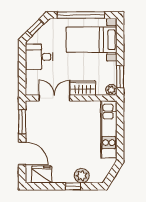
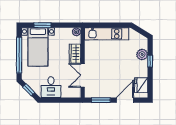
window: (120, 77) -> (42, 25), moved

